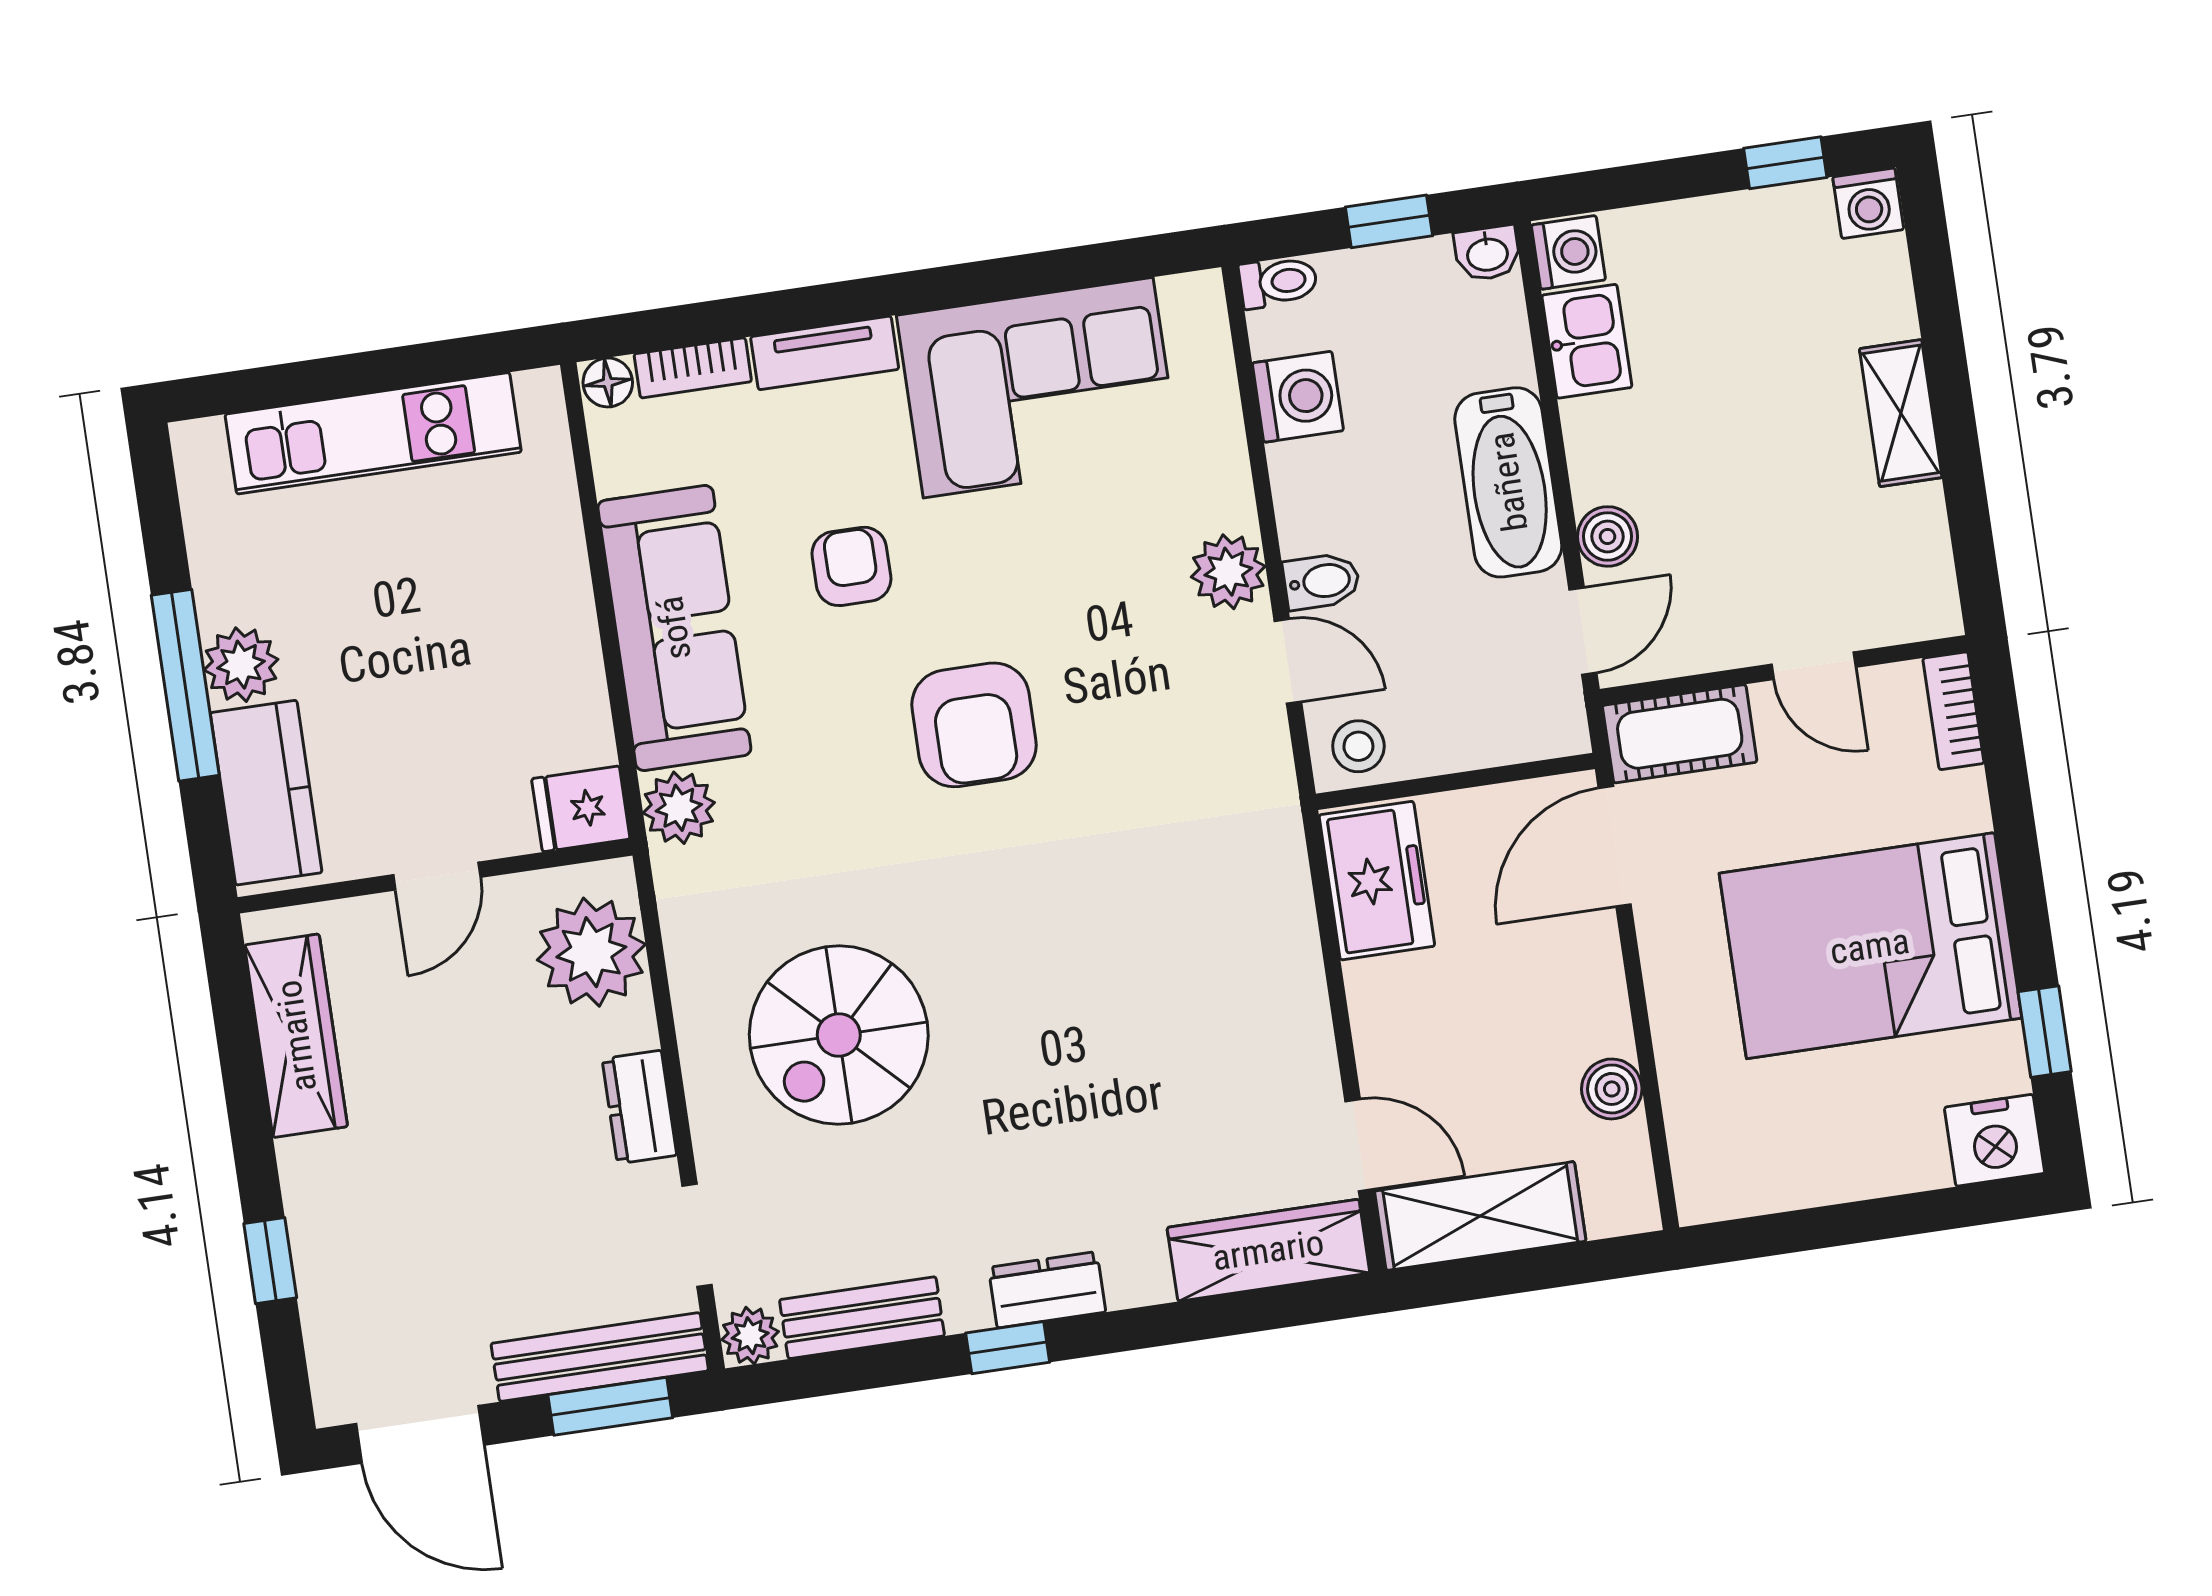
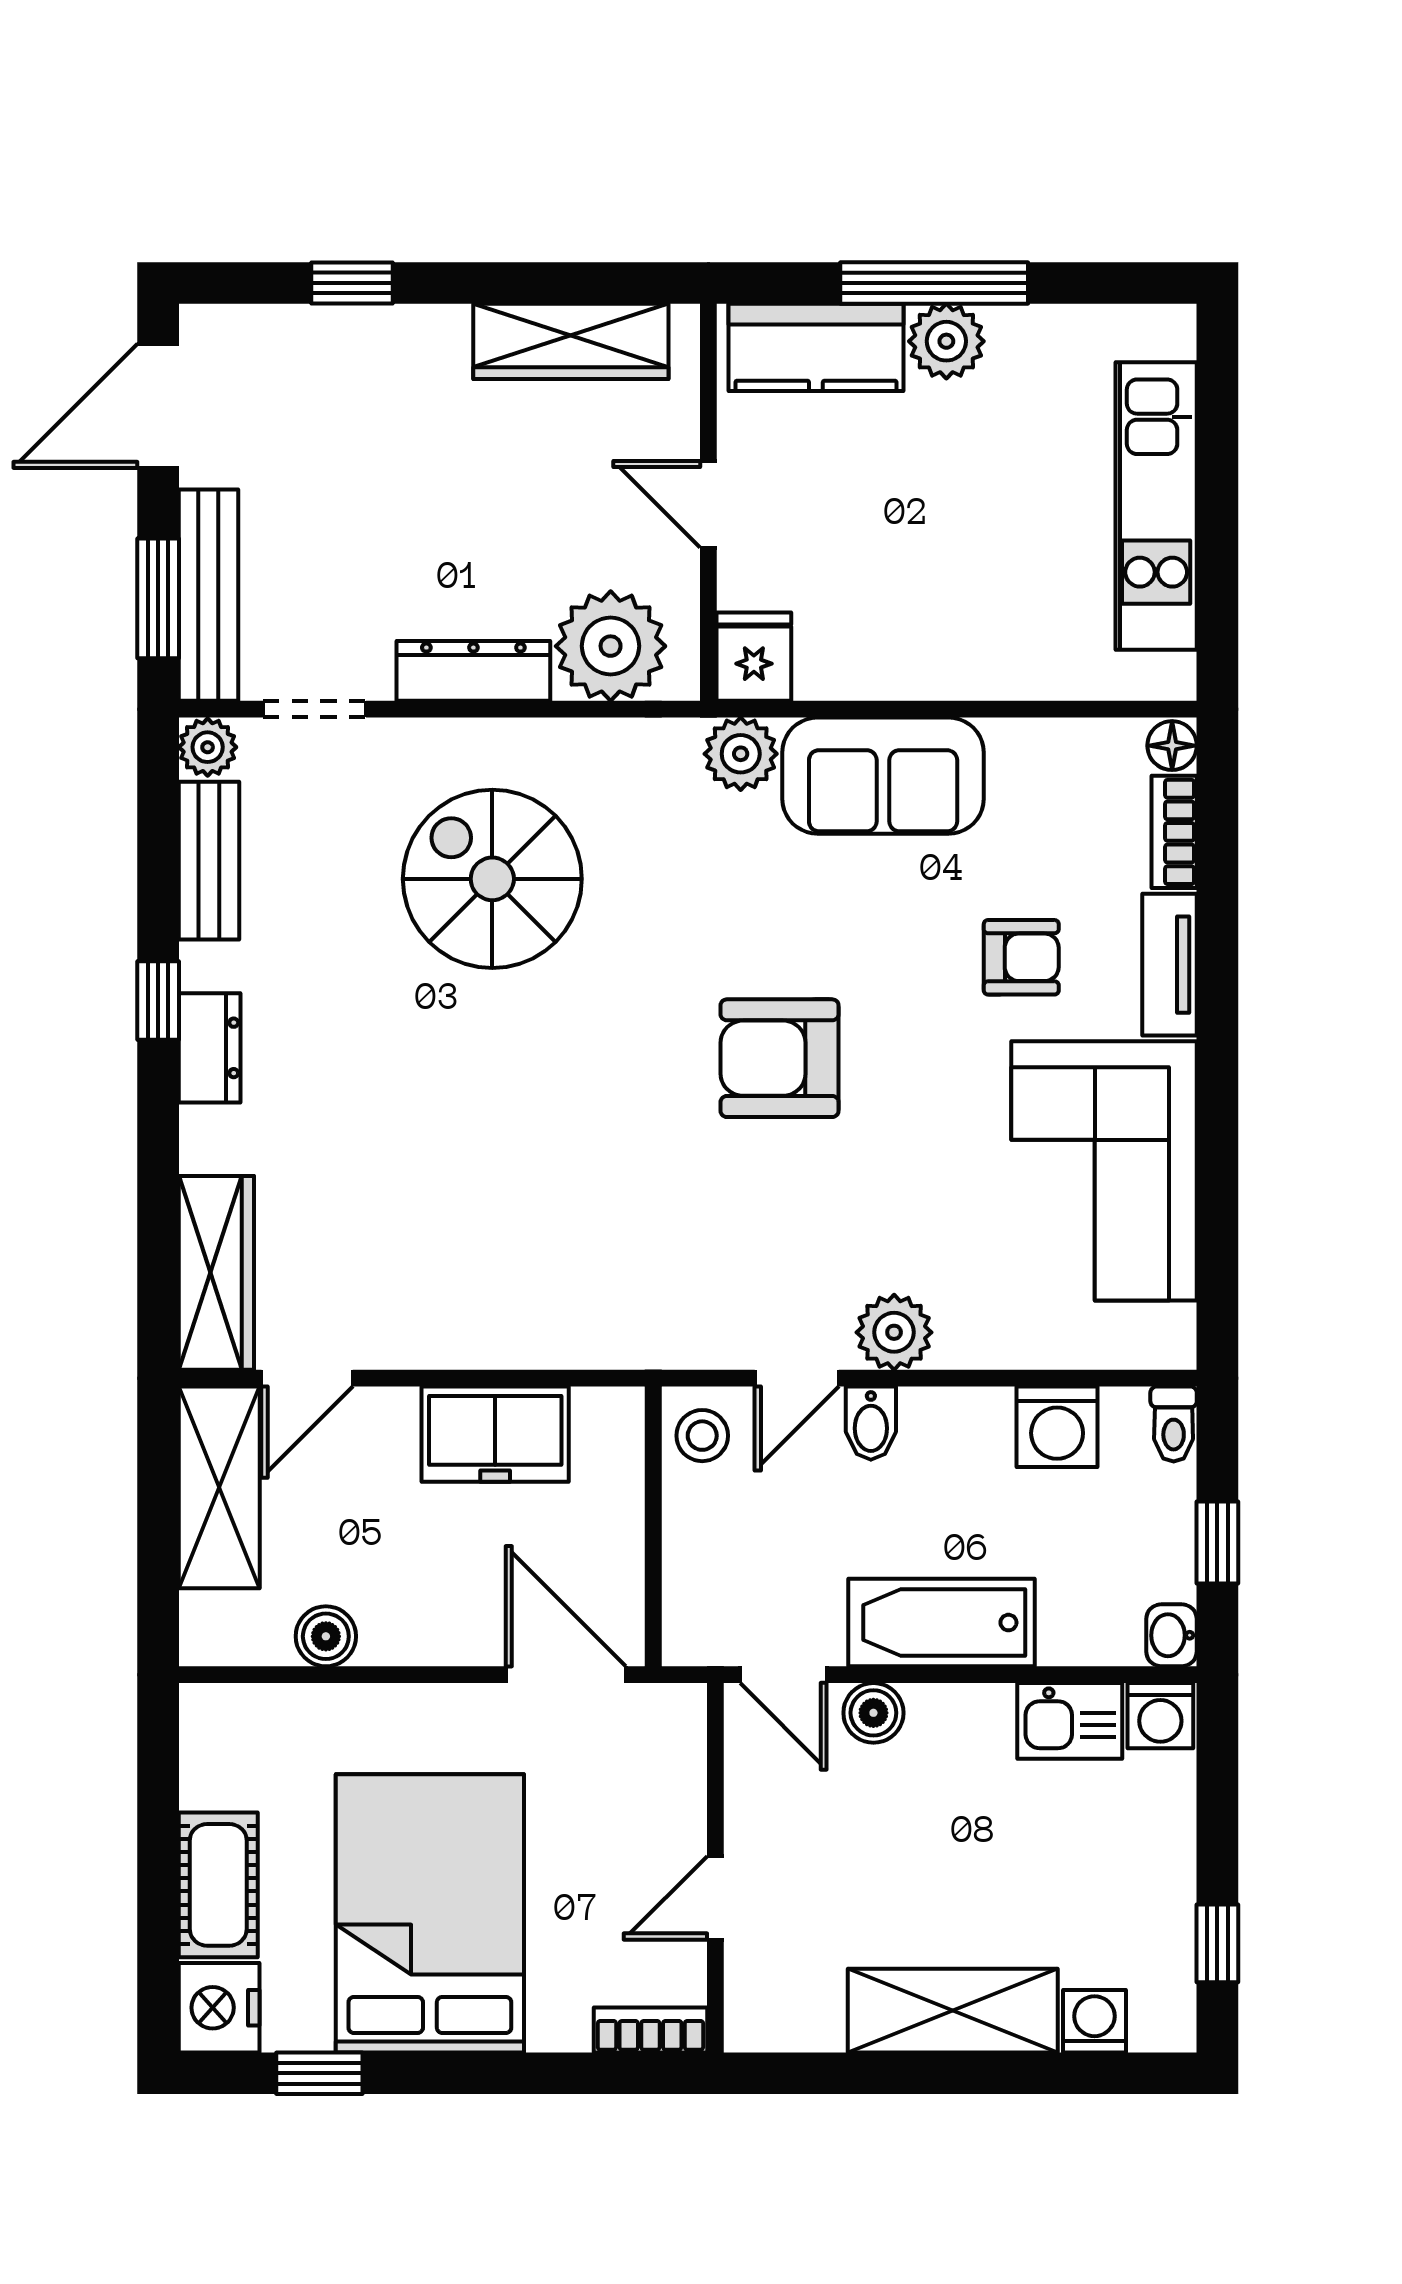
washing machine: (1868, 203) -> (1094, 2021), moved, turned 90
shelving: (1901, 413) -> (953, 2011), width x1.50, depth x1.33
armchair: (851, 566) -> (1021, 957), moved
sofa: (674, 628) -> (883, 776), width x0.73
cot: (1680, 734) -> (218, 1885), moved
freezer: (1377, 881) -> (495, 1434), moved
dresser: (639, 1107) -> (473, 671), width x1.44

